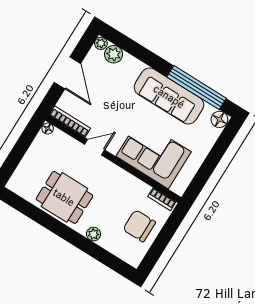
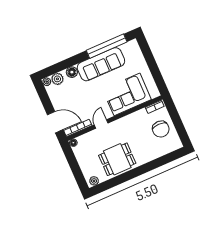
door: (67, 73) -> (55, 122), moved
floor lamp: (219, 119) -> (72, 72), moved
chair: (139, 226) -> (161, 129), turned -90
plant: (93, 234) -> (94, 181), moved

